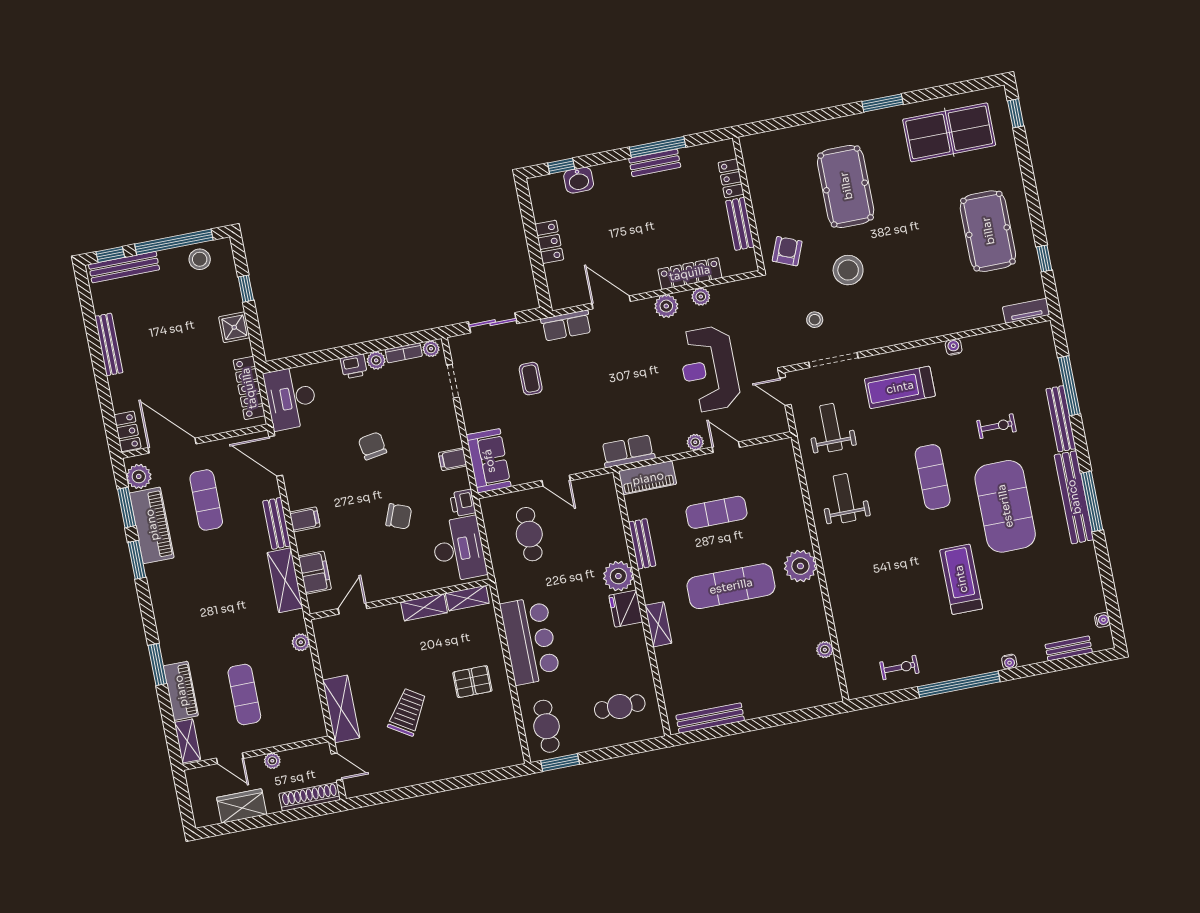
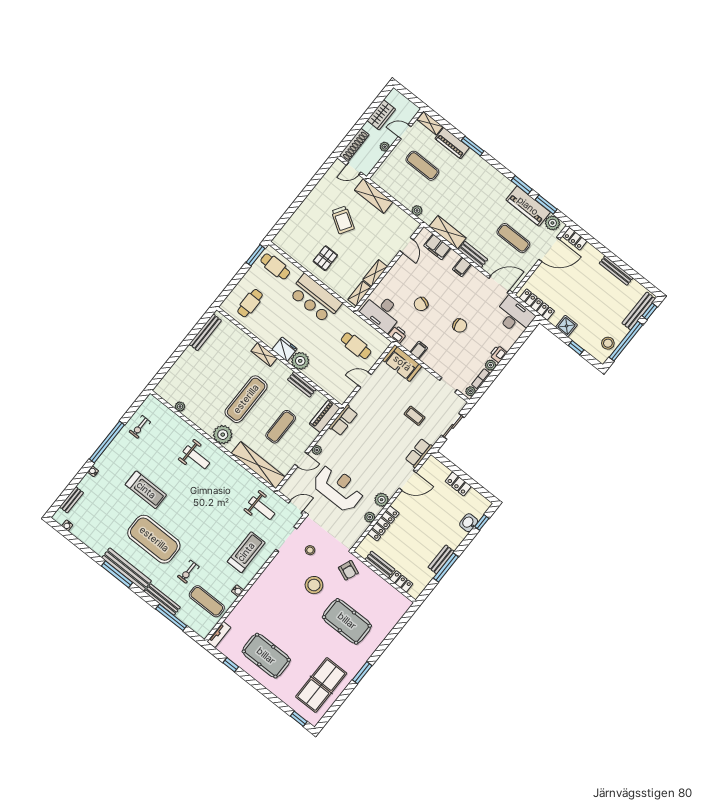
exercise mat: (933, 477) -> (207, 601), moved
shelving: (788, 487) -> (258, 465), added
weight bench: (844, 498) -> (196, 457), moved

